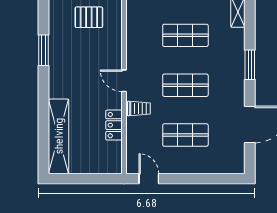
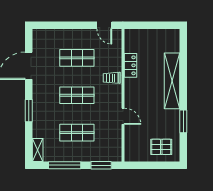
pallet: (89, 17) -> (161, 147), moved
door: (124, 81) -> (123, 116), moved
shelving: (59, 136) -> (172, 81), moved

